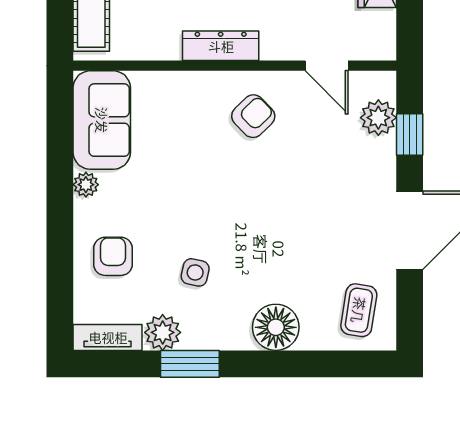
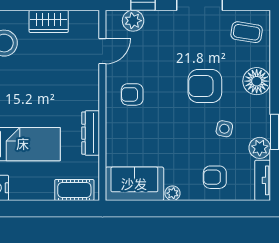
dresser: (221, 46) -> (91, 133), moved
armchair: (253, 116) -> (132, 94), turned -46
armchair: (268, 239) -> (205, 86), added

